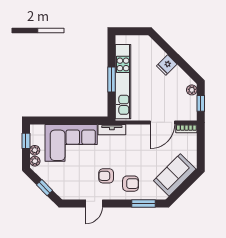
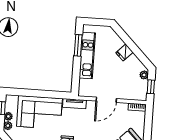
window: (111, 80) -> (78, 45), moved
kitchen unit: (123, 82) -> (87, 56), width x0.73
door: (162, 122) -> (106, 100), moved

